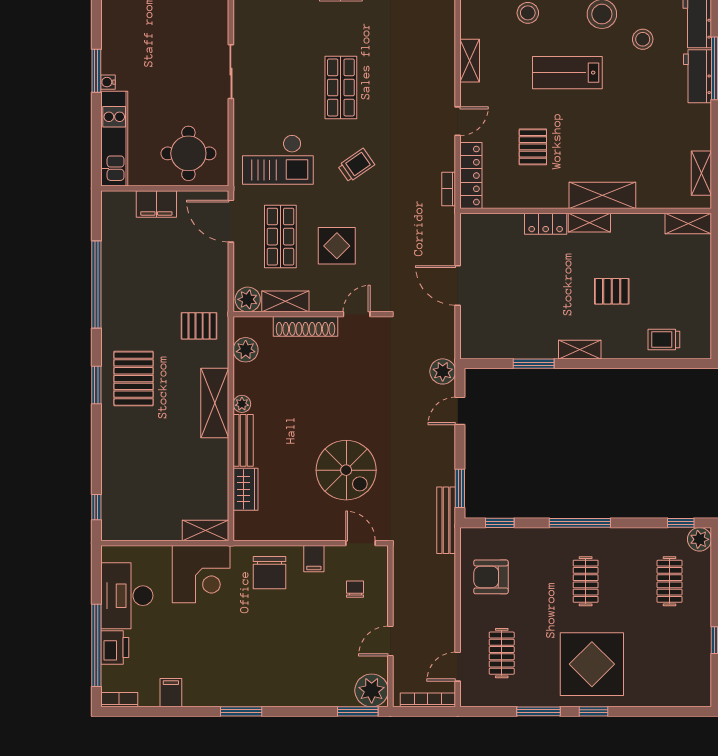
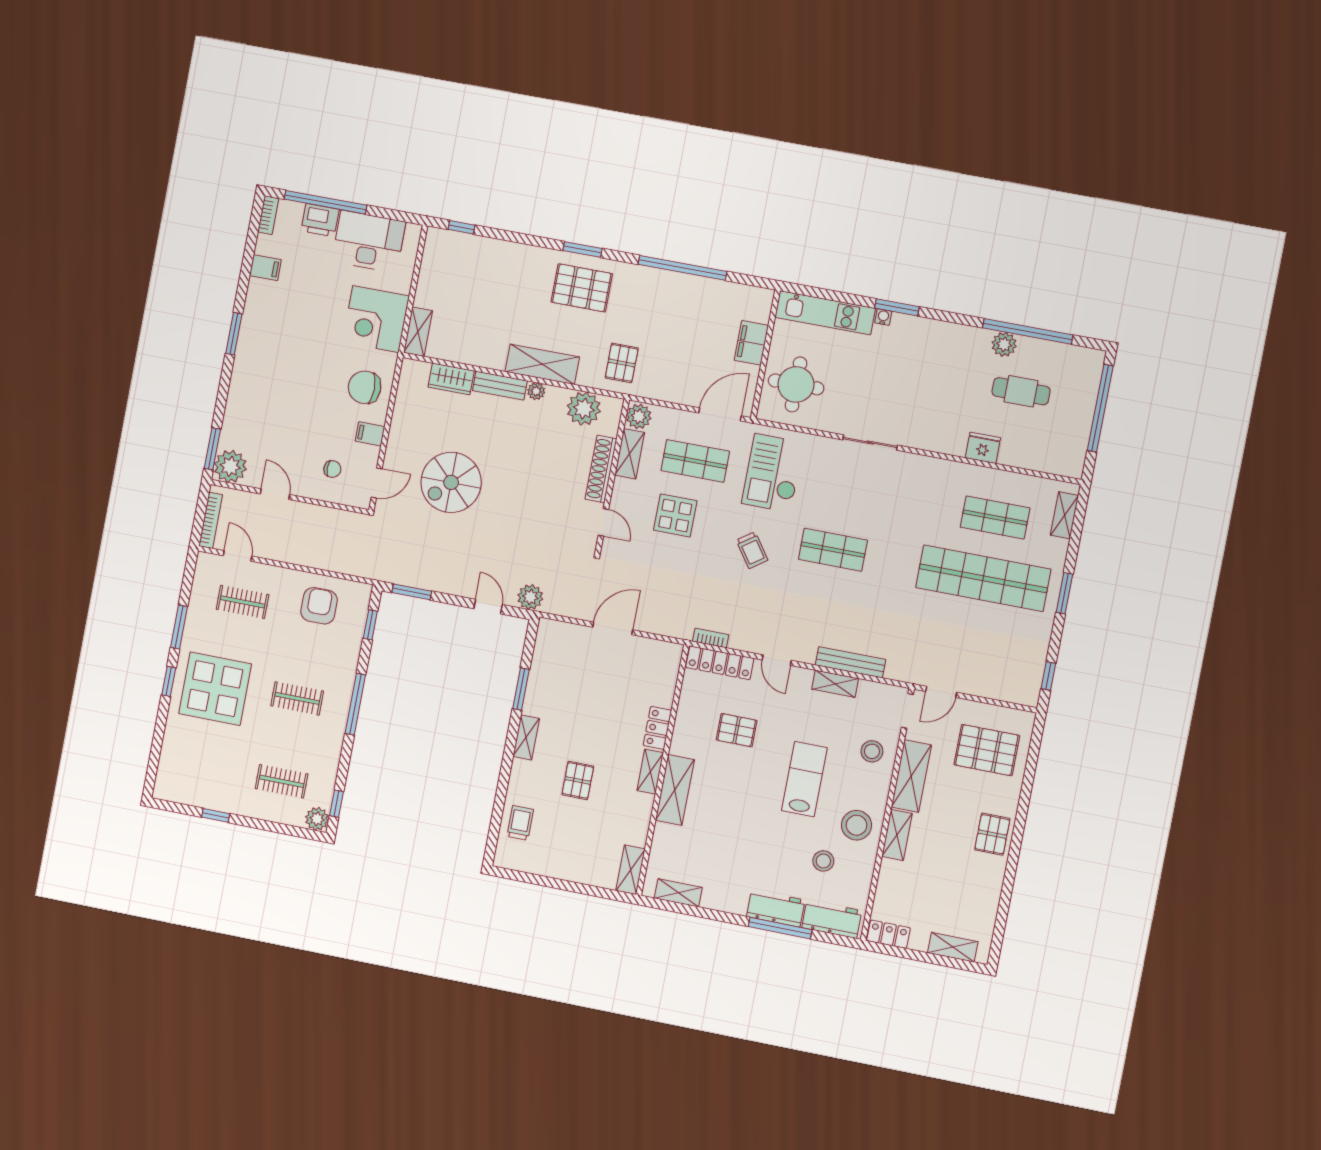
plant: (246, 350) -> (584, 409), width x1.36, depth x1.36
bench: (446, 520) -> (850, 662), moved

